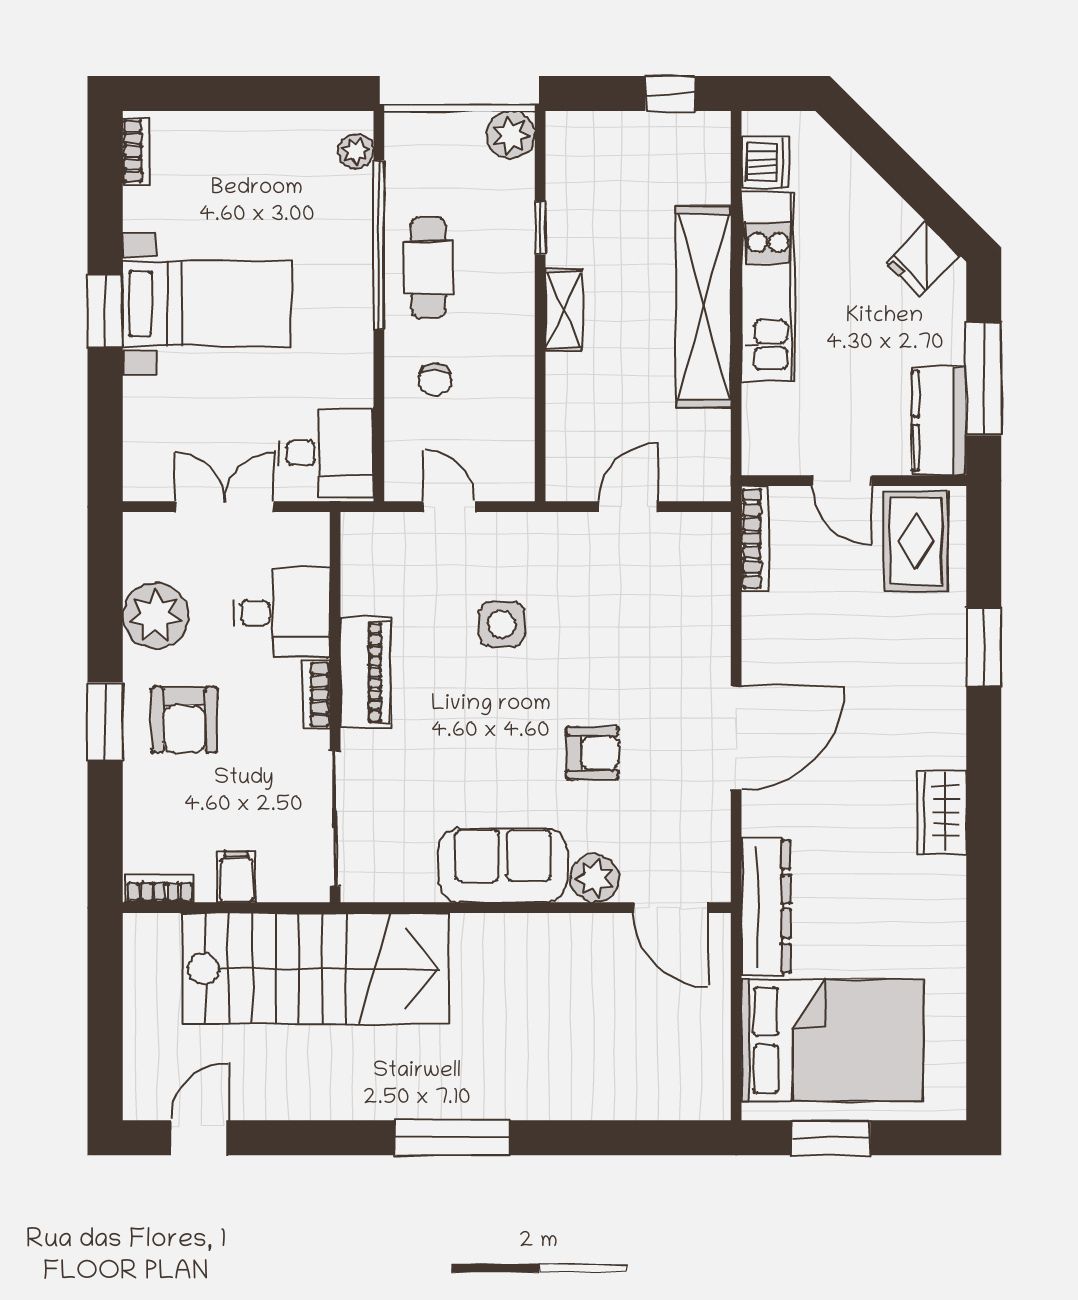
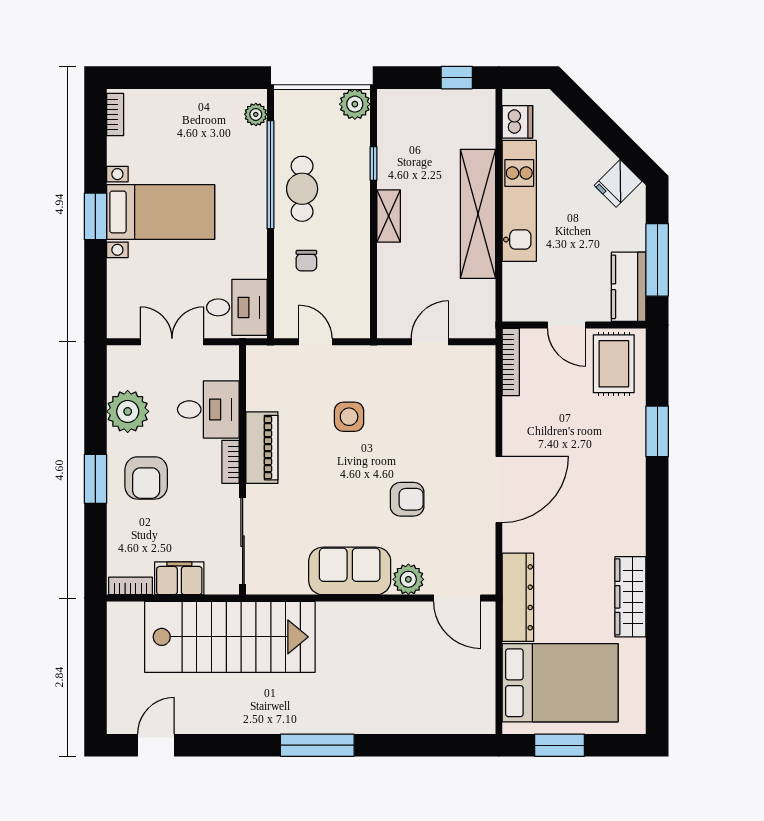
wardrobe: (942, 812) -> (630, 597), moved, width x1.50
filing cabinet: (236, 877) -> (179, 578), width x2.00

